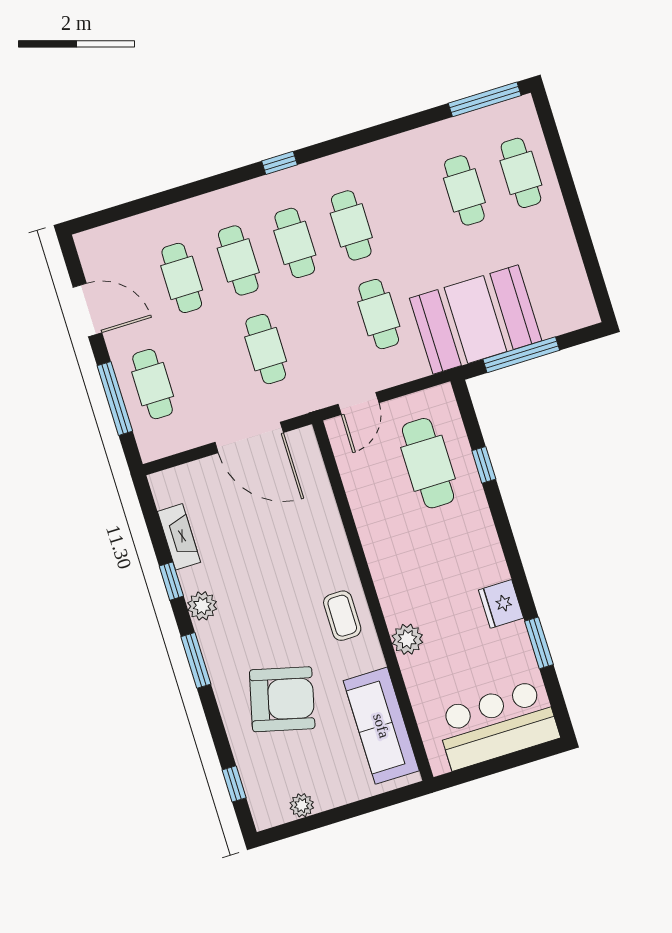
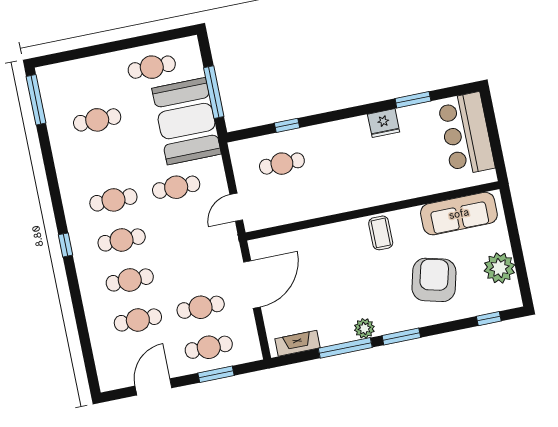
cafe table: (521, 173) -> (152, 67), moved
cafe table: (266, 349) -> (201, 307), moved
window: (115, 398) -> (216, 374), width x0.69
door: (358, 404) -> (236, 207), swing flipped
cafe table: (428, 463) -> (282, 164), width x0.73, depth x0.74
fireplace: (179, 537) -> (298, 343), moved
window: (171, 581) -> (345, 348), width x2.17
coffee table: (342, 616) -> (381, 233), turned 90
plant: (407, 639) -> (401, 190), removed
plant: (302, 805) -> (500, 268), width x1.87, depth x1.87

